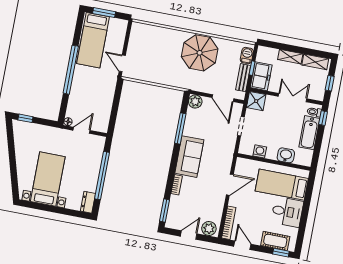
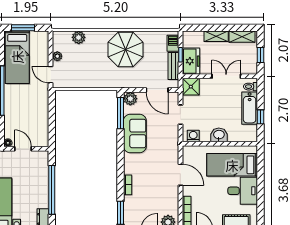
plant: (156, 32) -> (79, 37), added
plant: (132, 47) -> (57, 56), added
window: (323, 118) -> (260, 117), moved
window: (180, 128) -> (121, 113), moved
door: (82, 130) -> (23, 149), hinge flipped
washing machine: (260, 151) -> (193, 136), moved
washbasin: (286, 155) -> (219, 135), moved
sofa: (189, 157) -> (135, 133), moved
door: (230, 185) -> (180, 175), hinge flipped

